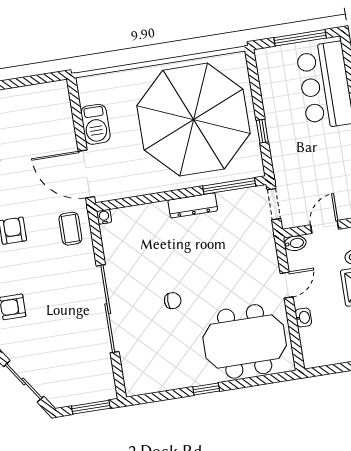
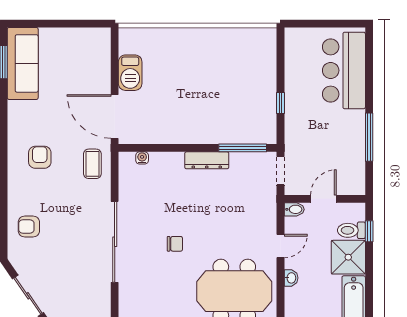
window: (300, 38) -> (328, 24), removed
parasol: (193, 120) -> (220, 83), removed
water cooler: (104, 217) -> (142, 158), moved

